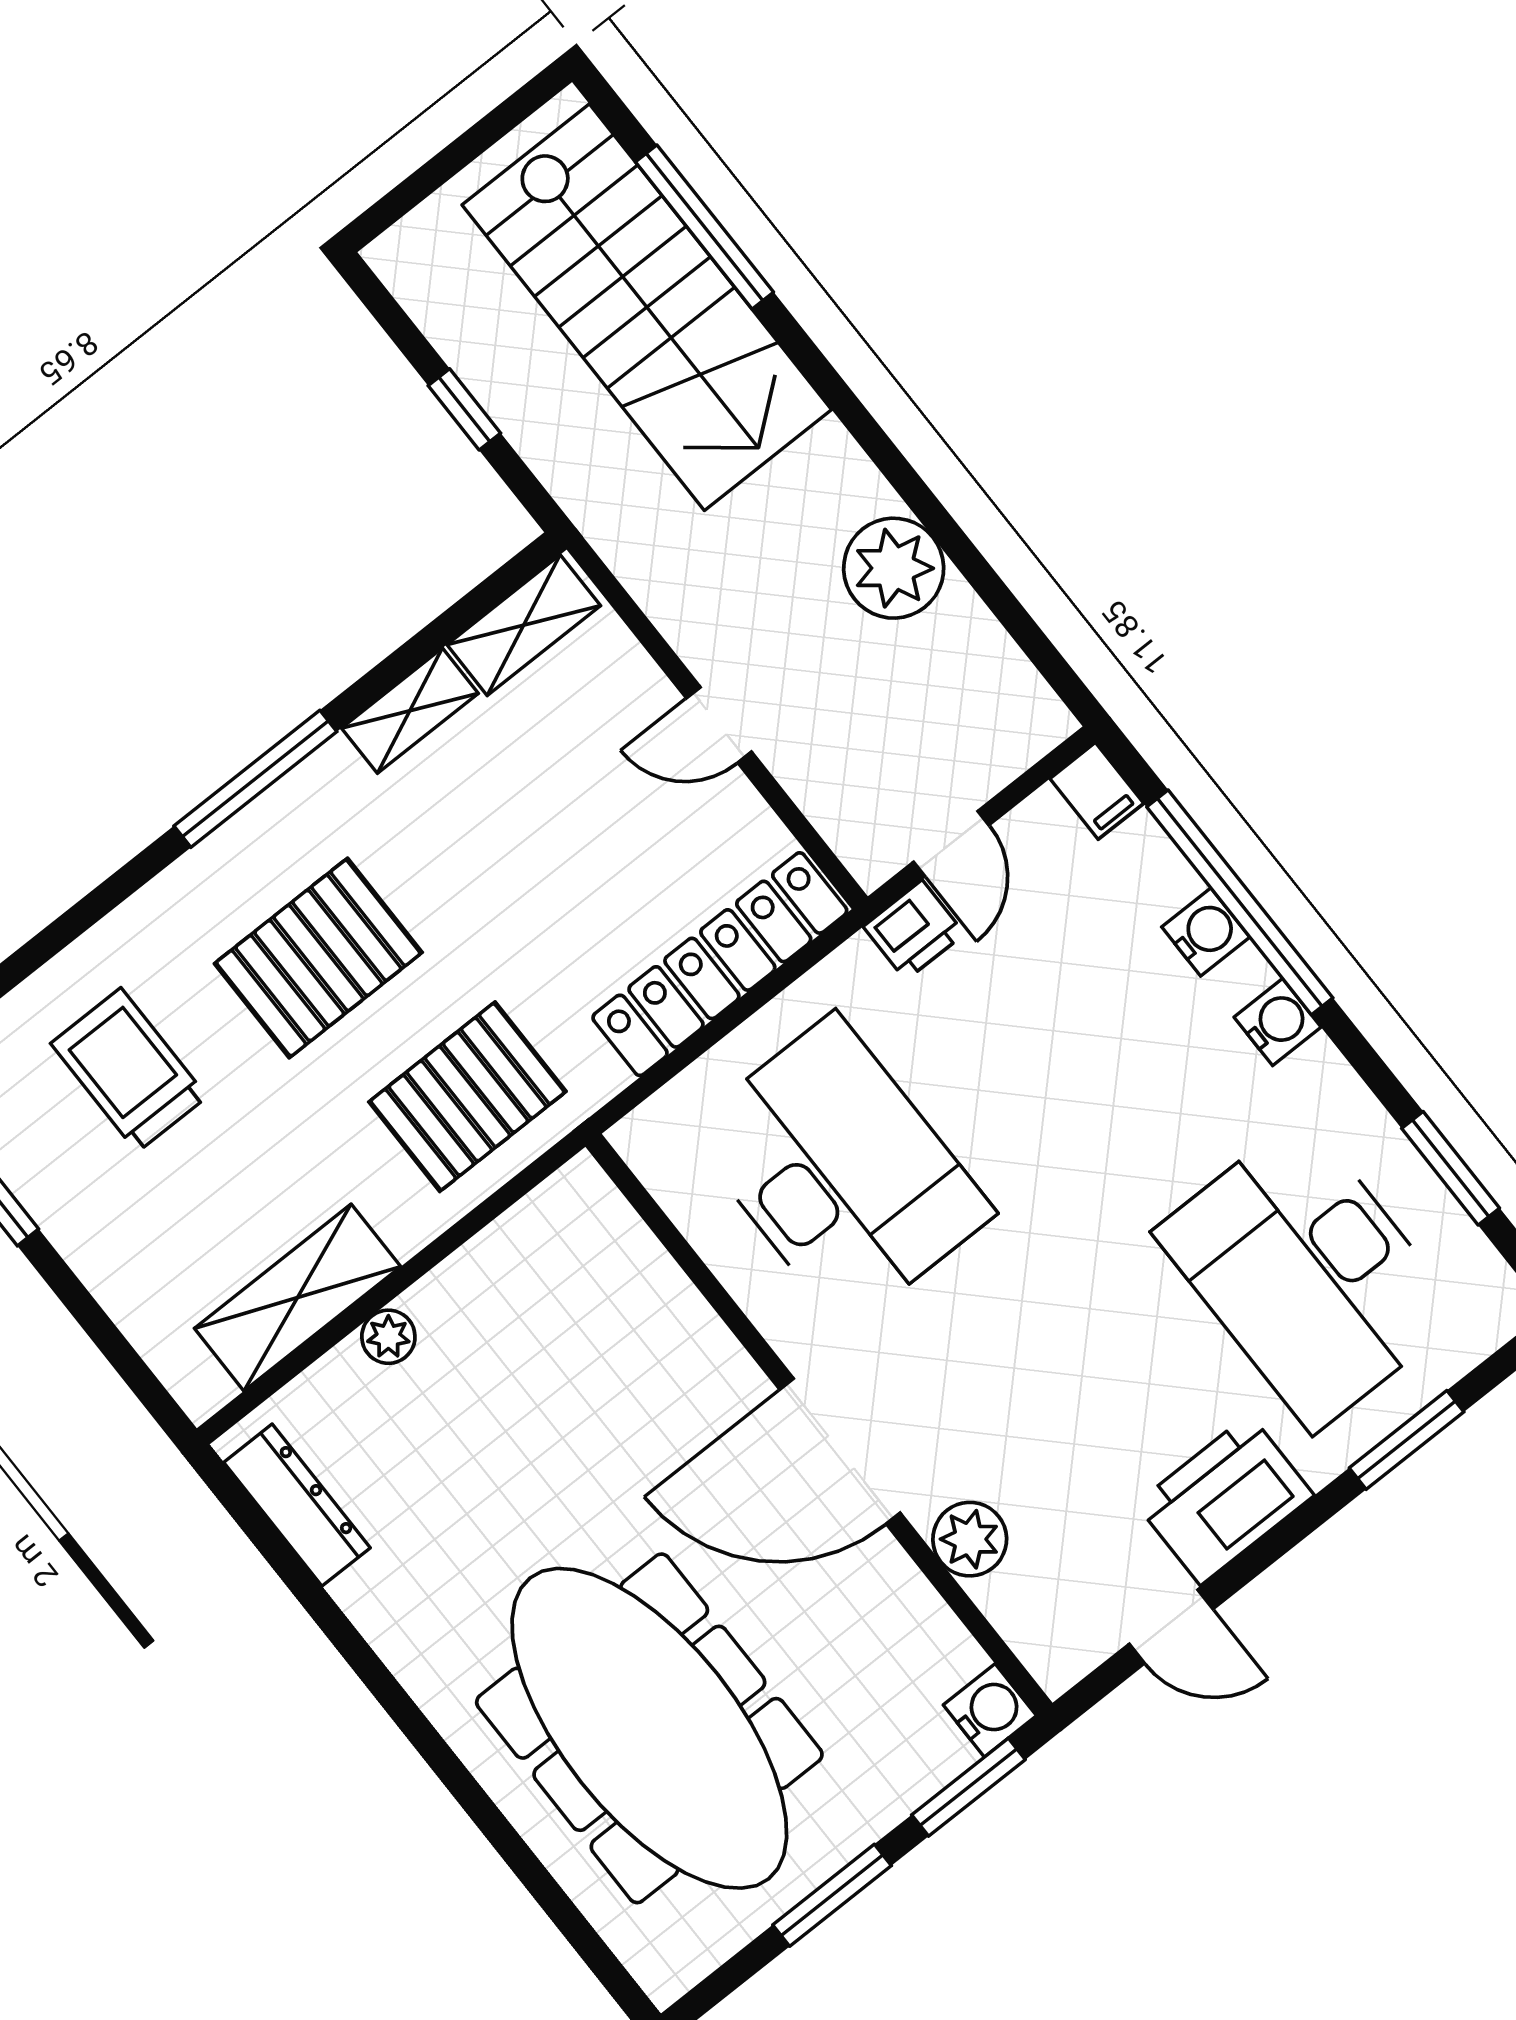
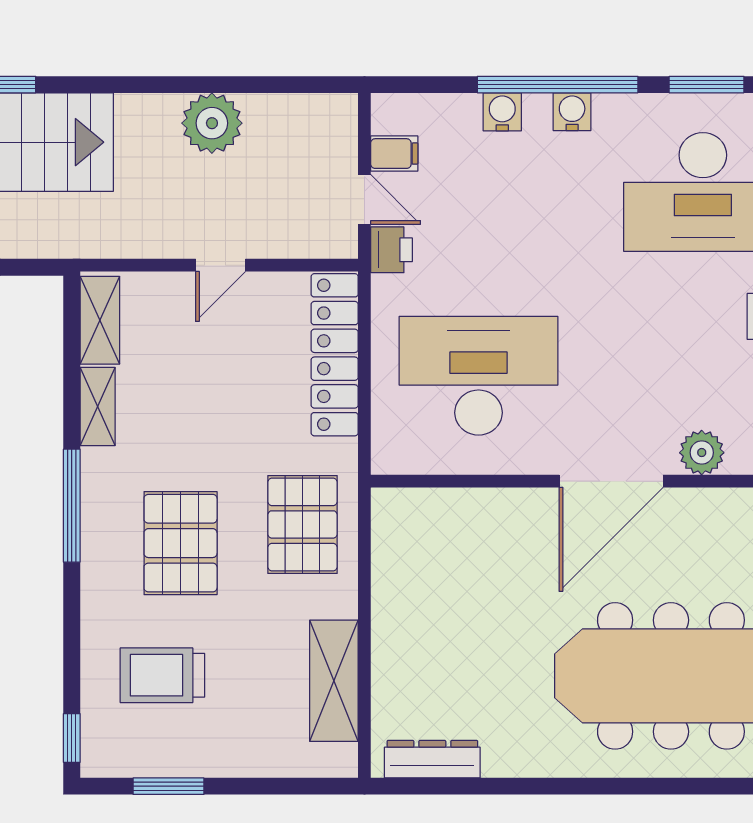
filing cabinet: (1097, 791) -> (394, 154), moved
window: (1240, 902) -> (558, 85), moved
plant: (388, 1337) -> (387, 652), removed

